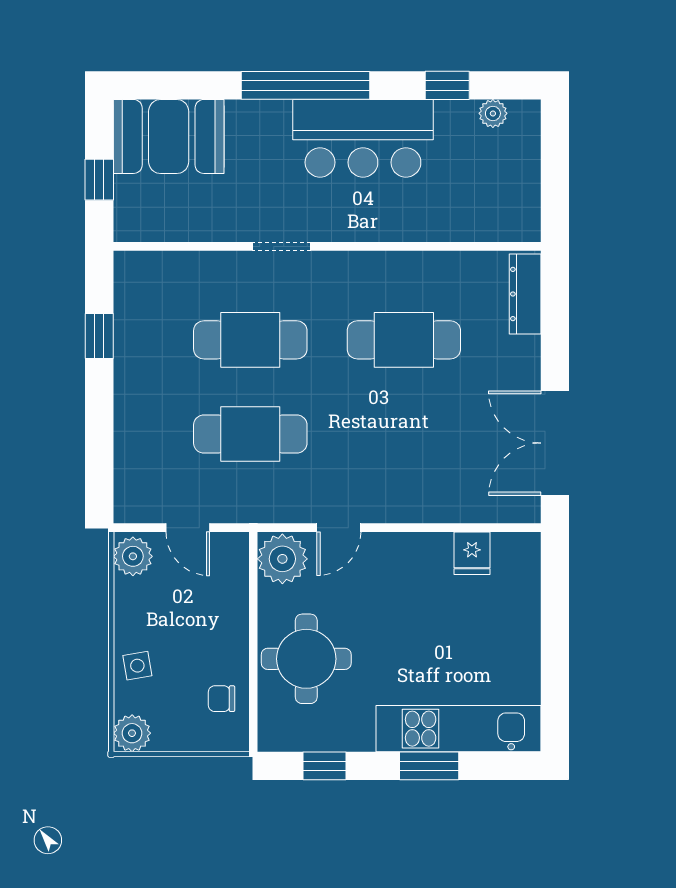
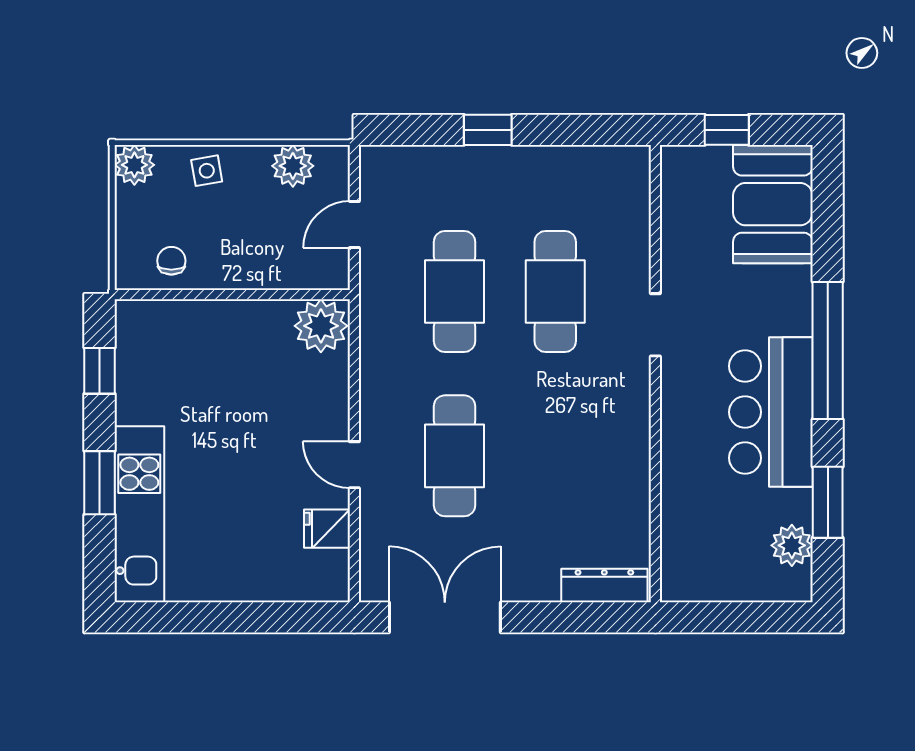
window: (447, 85) -> (828, 502), width x1.50
plant: (493, 113) -> (792, 545), width x1.38, depth x1.38
window: (99, 336) -> (488, 130), moved
cafe table: (404, 340) -> (455, 456), moved
door: (339, 528) -> (354, 465), moved
plant: (133, 556) -> (293, 166), moved
round table: (306, 659) -> (214, 351), removed

